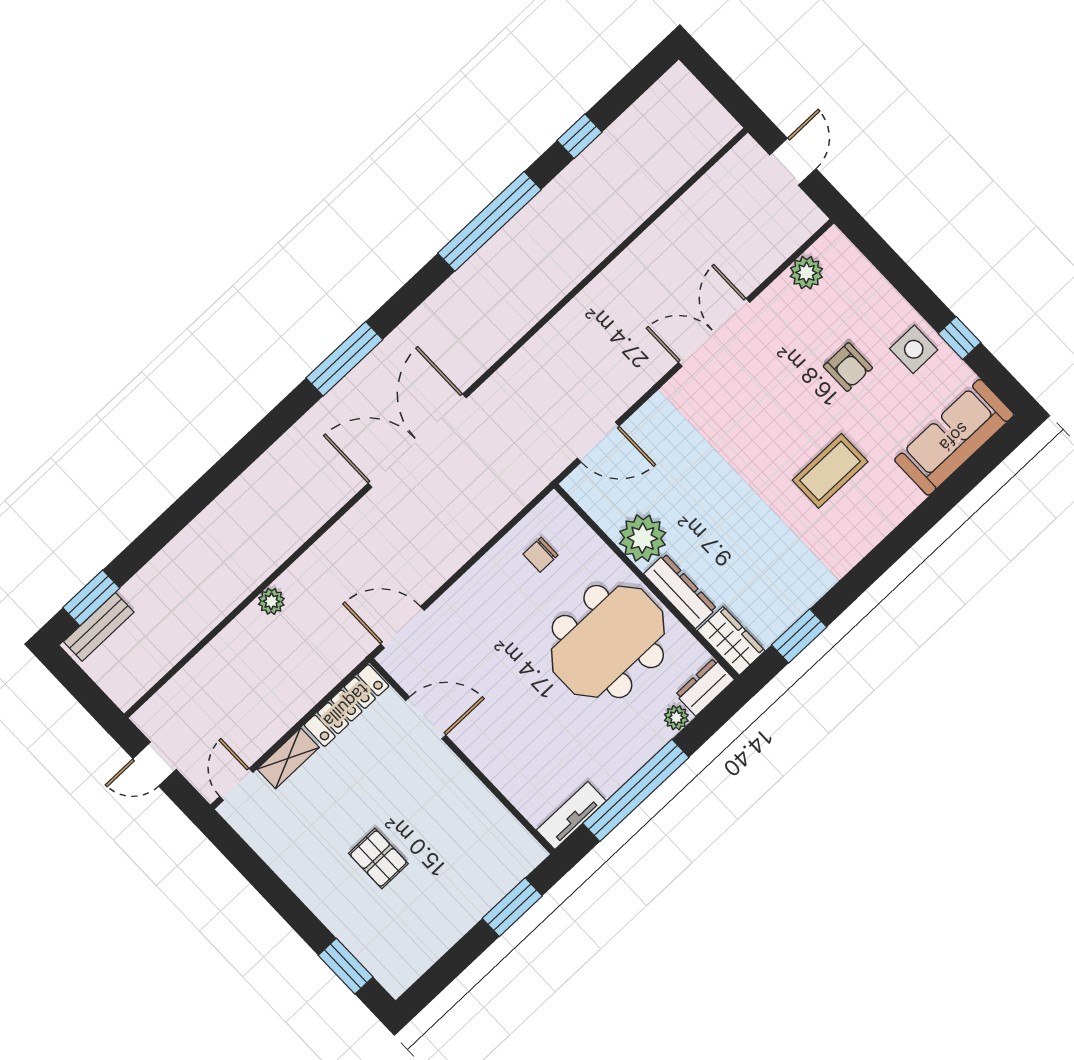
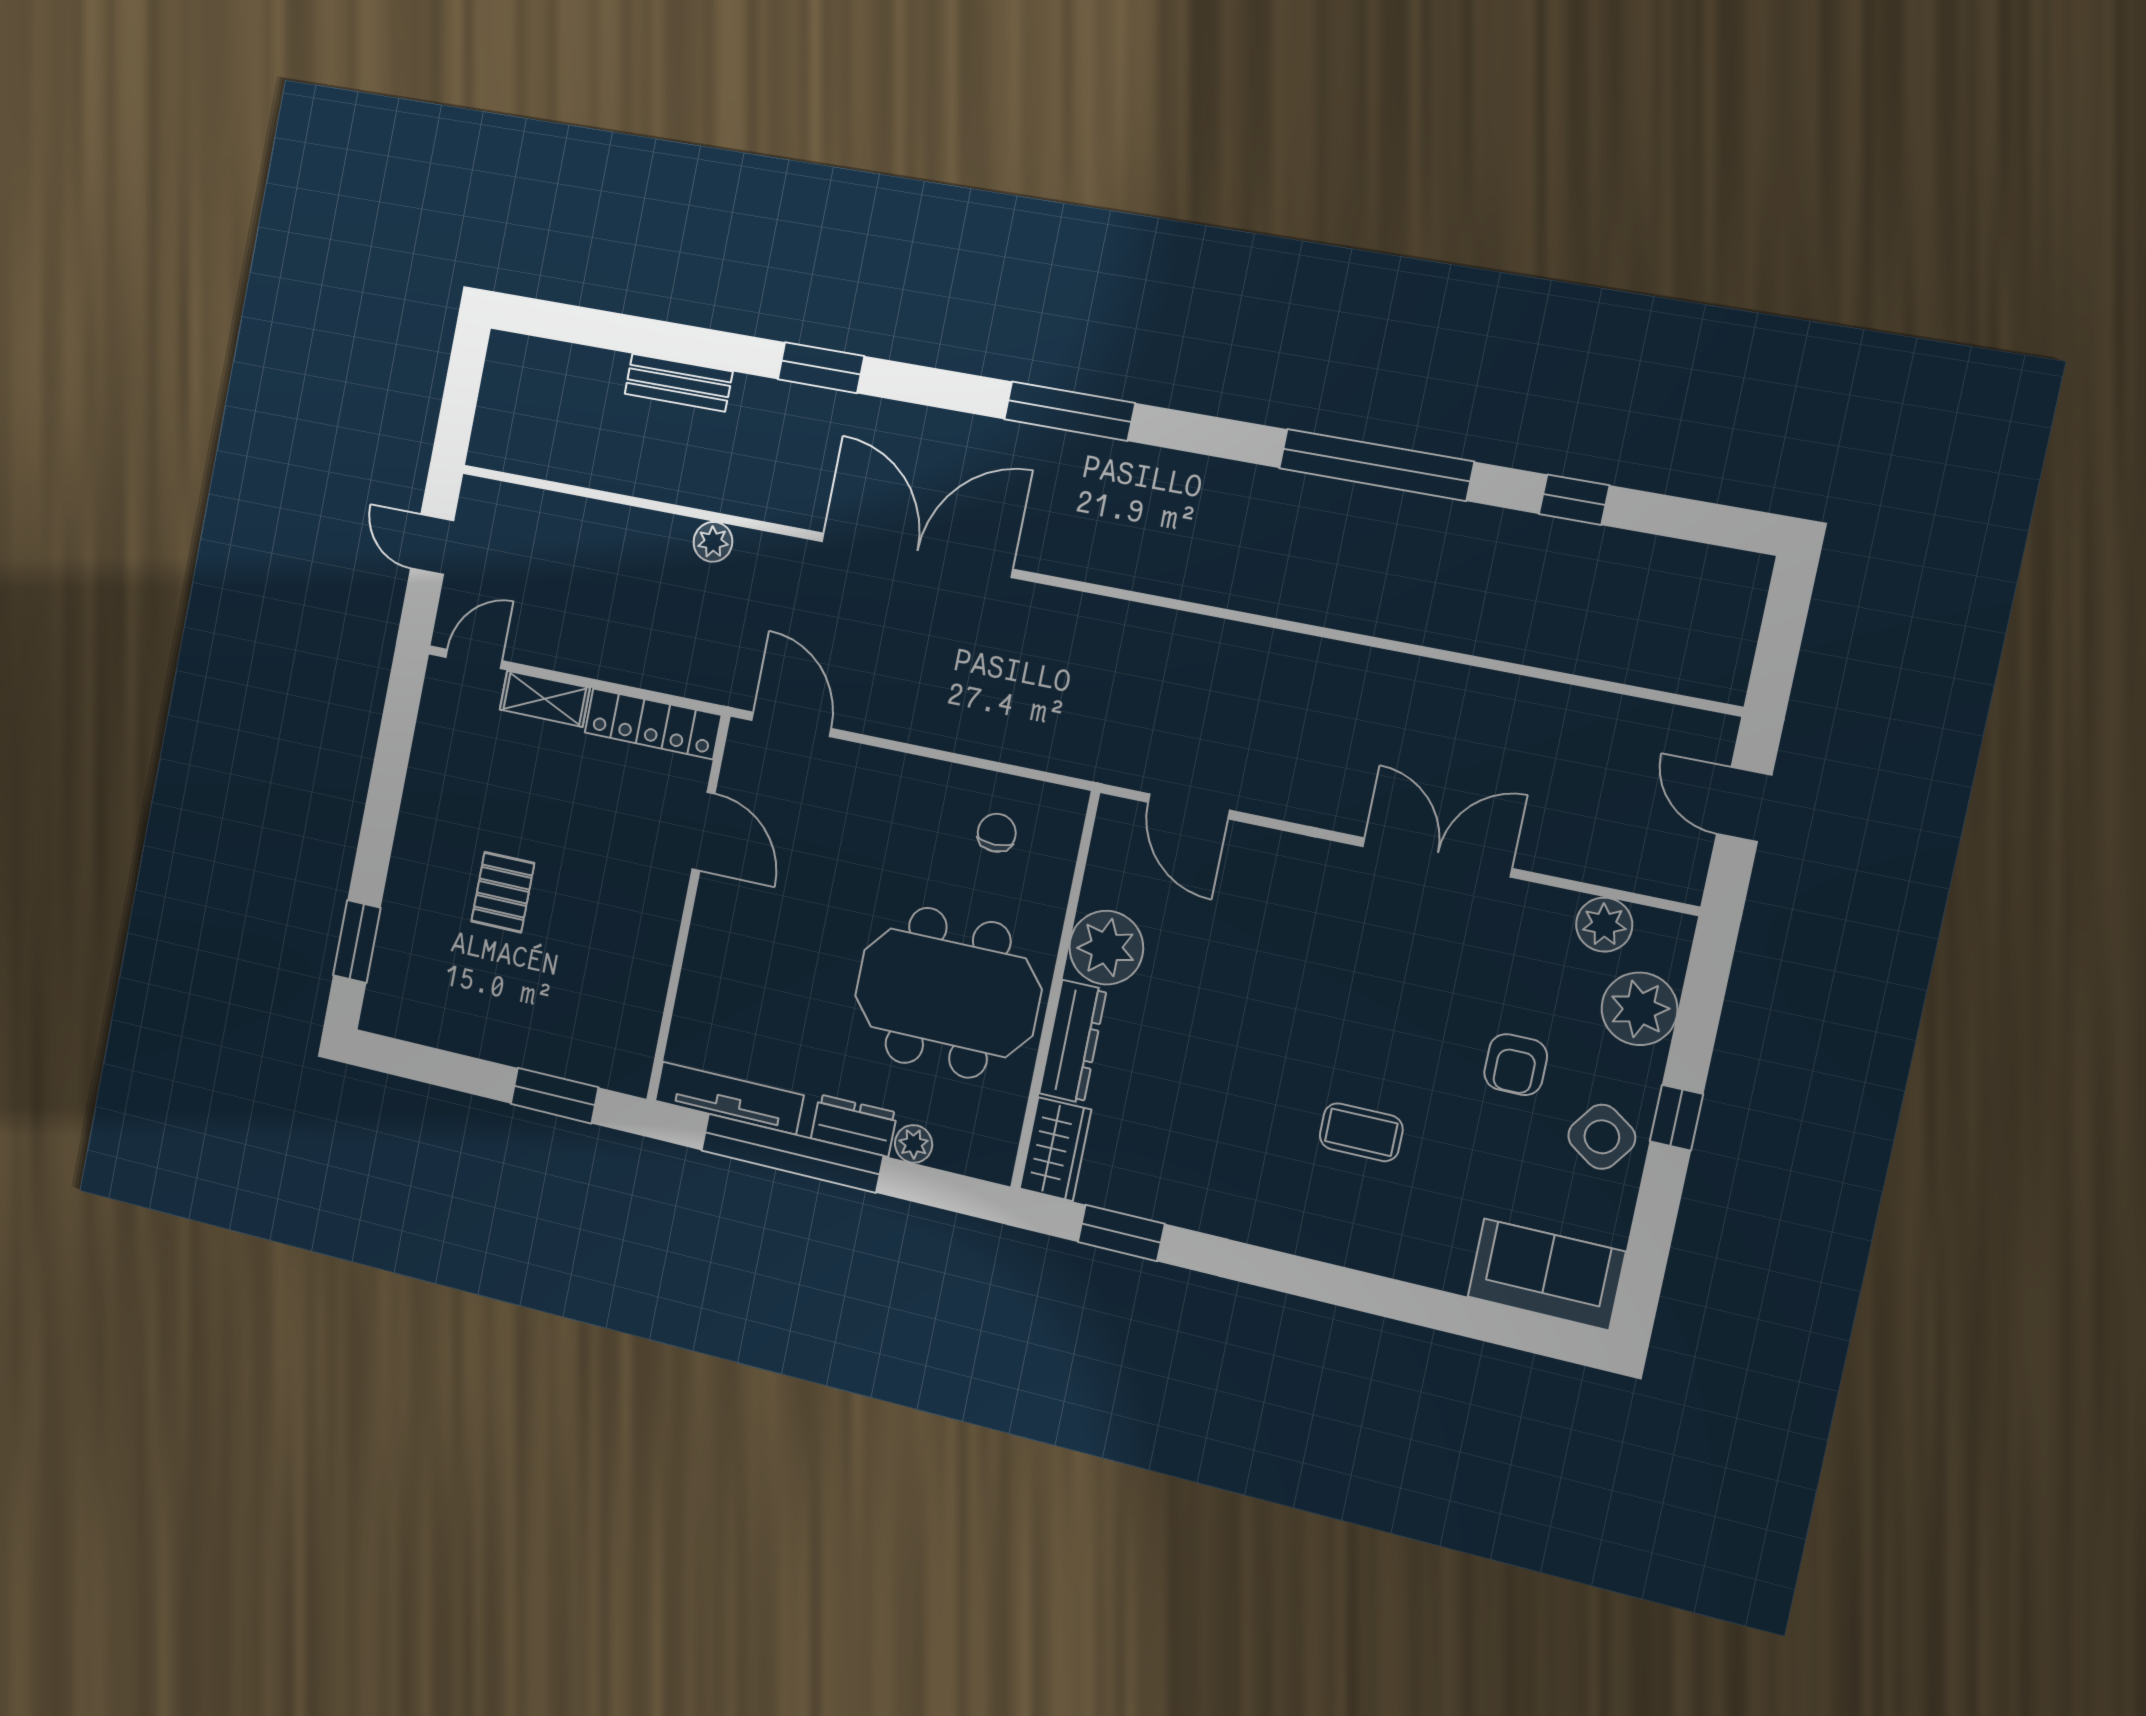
door: (793, 162) -> (1744, 804), swing flipped
plant: (861, 285) -> (1639, 1009), added
window: (959, 338) -> (1676, 1118), moved
side table: (914, 349) -> (1602, 1137), turned 35
sofa: (954, 437) -> (1546, 1274), width x0.73
double door: (417, 441) -> (917, 555), moved
coffee table: (830, 471) -> (1361, 1132), width x0.73, depth x0.77
chair: (541, 555) -> (997, 833), turned 90
window: (91, 598) -> (821, 368), moved
bench: (99, 627) -> (679, 383), moved
dresser: (705, 687) -> (854, 1126), moved
tv unit: (571, 816) -> (729, 1098), width x1.41

